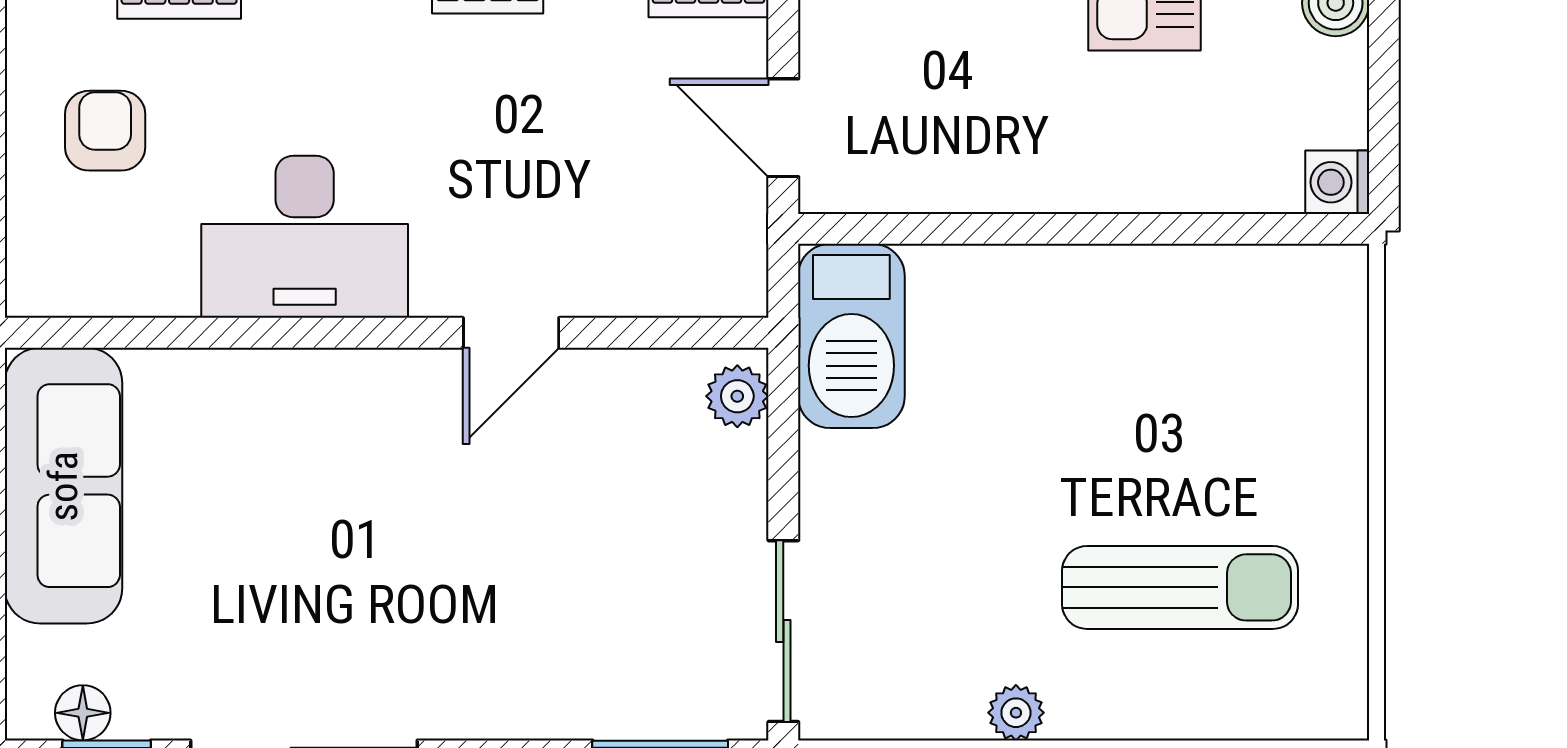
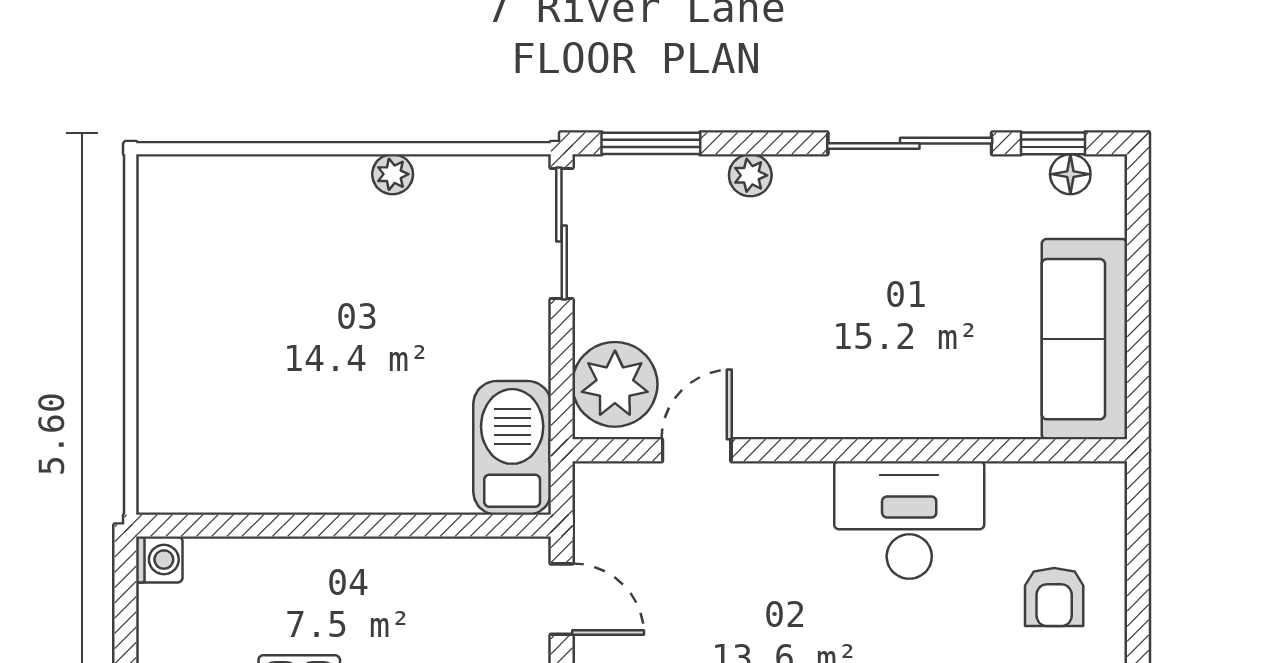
door: (511, 333) -> (697, 450), moved
plant: (737, 396) -> (615, 384), width x1.87, depth x1.87
sun lounger: (1180, 587) -> (273, 265), removed
plant: (523, 711) -> (750, 175), added

